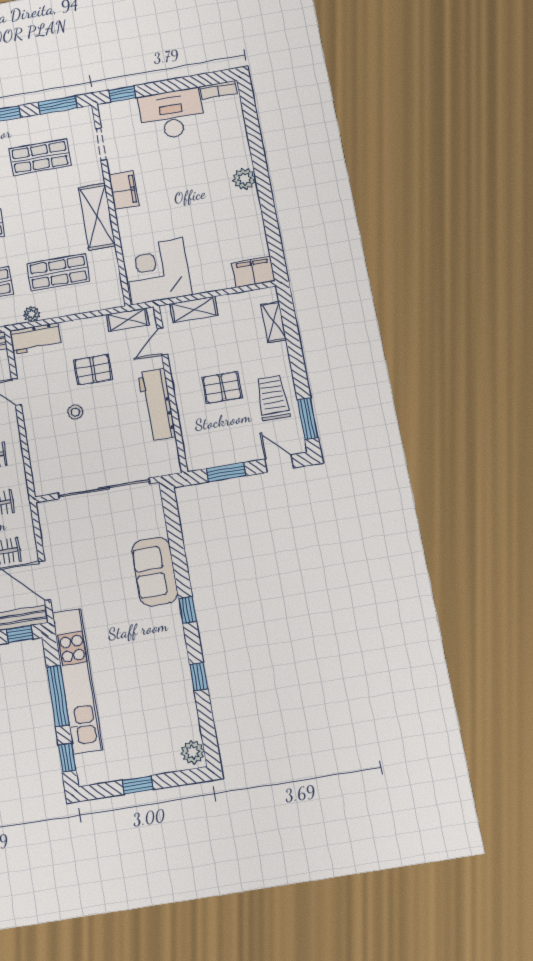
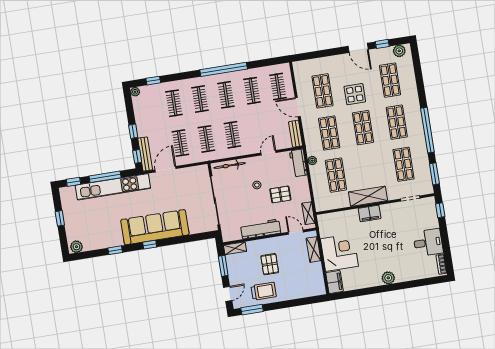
desk: (172, 114) -> (428, 243), width x0.73
filing cabinet: (124, 190) -> (370, 213), moved
corner desk: (157, 271) -> (339, 252), moved
shelving: (274, 322) -> (235, 248), moved
pallet: (93, 370) -> (280, 194), turned 90
bicycle: (39, 462) -> (230, 166), added
sofa: (155, 572) -> (155, 227), width x1.85, depth x1.27

